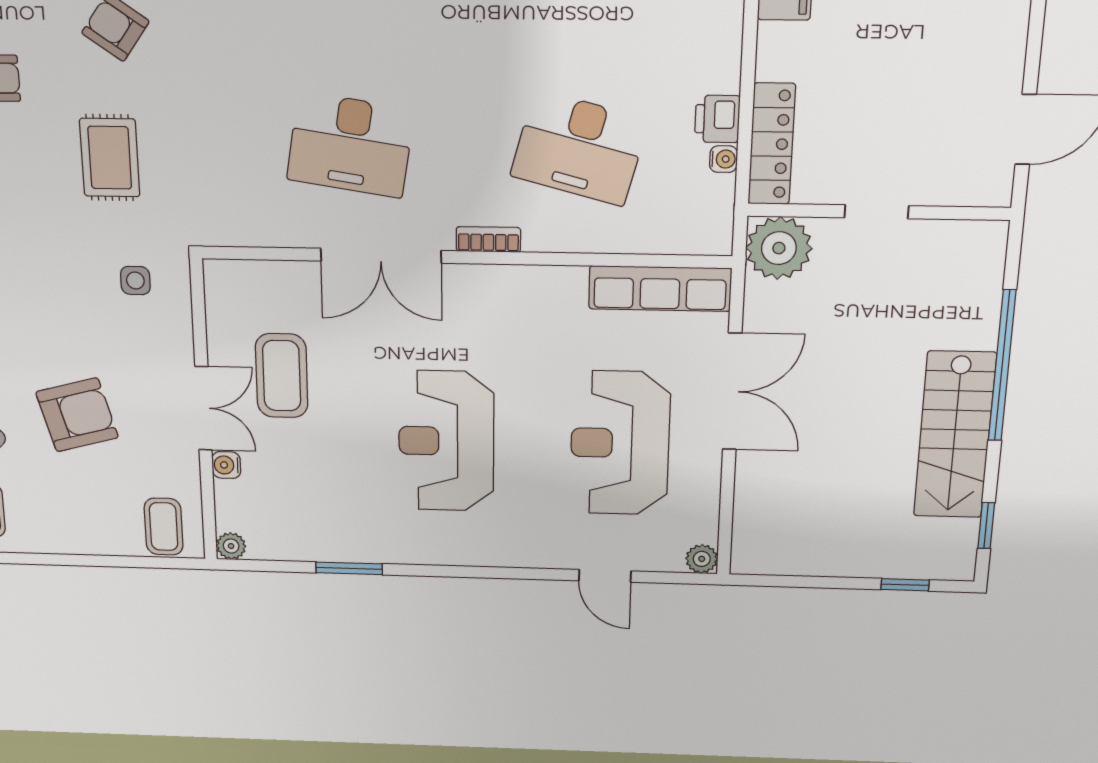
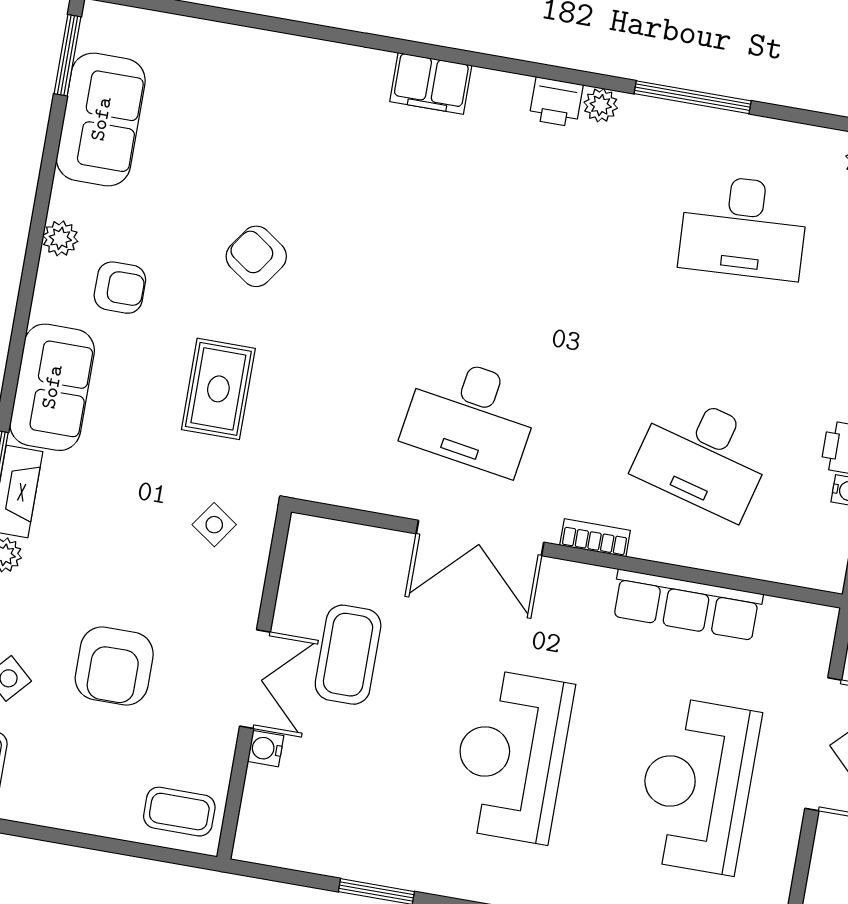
side table: (135, 280) -> (214, 525), turned 35
row of seats: (660, 289) -> (687, 605), moved
armchair: (77, 415) -> (114, 666), turned 105
coffee table: (164, 527) -> (179, 812), turned 90
plant: (231, 546) -> (250, 846), removed

